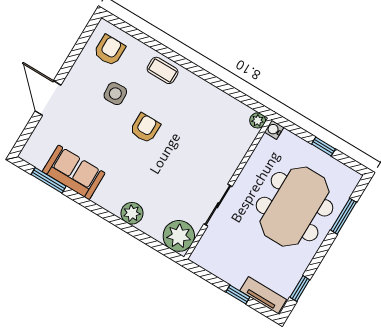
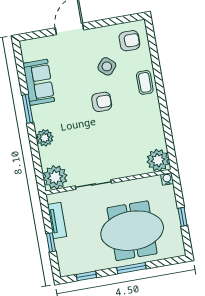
side table: (115, 94) -> (107, 66), turned 45
plant: (258, 120) -> (158, 160), width x1.87, depth x1.87
window: (49, 180) -> (28, 109), moved
window: (343, 216) -> (131, 268), moved
tv unit: (263, 295) -> (57, 220), moved

